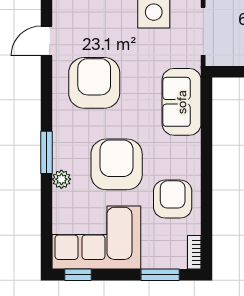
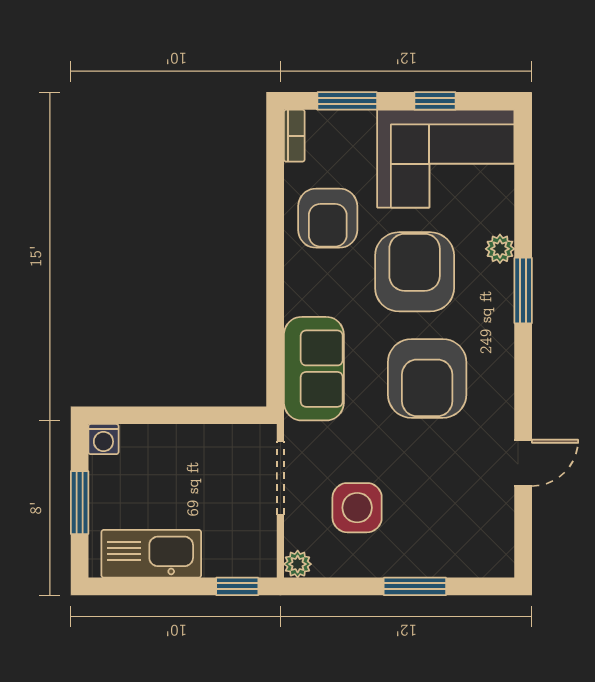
armchair: (94, 83) -> (427, 378), moved
armchair: (117, 164) -> (415, 272), turned 180
window: (78, 275) -> (435, 101), moved

